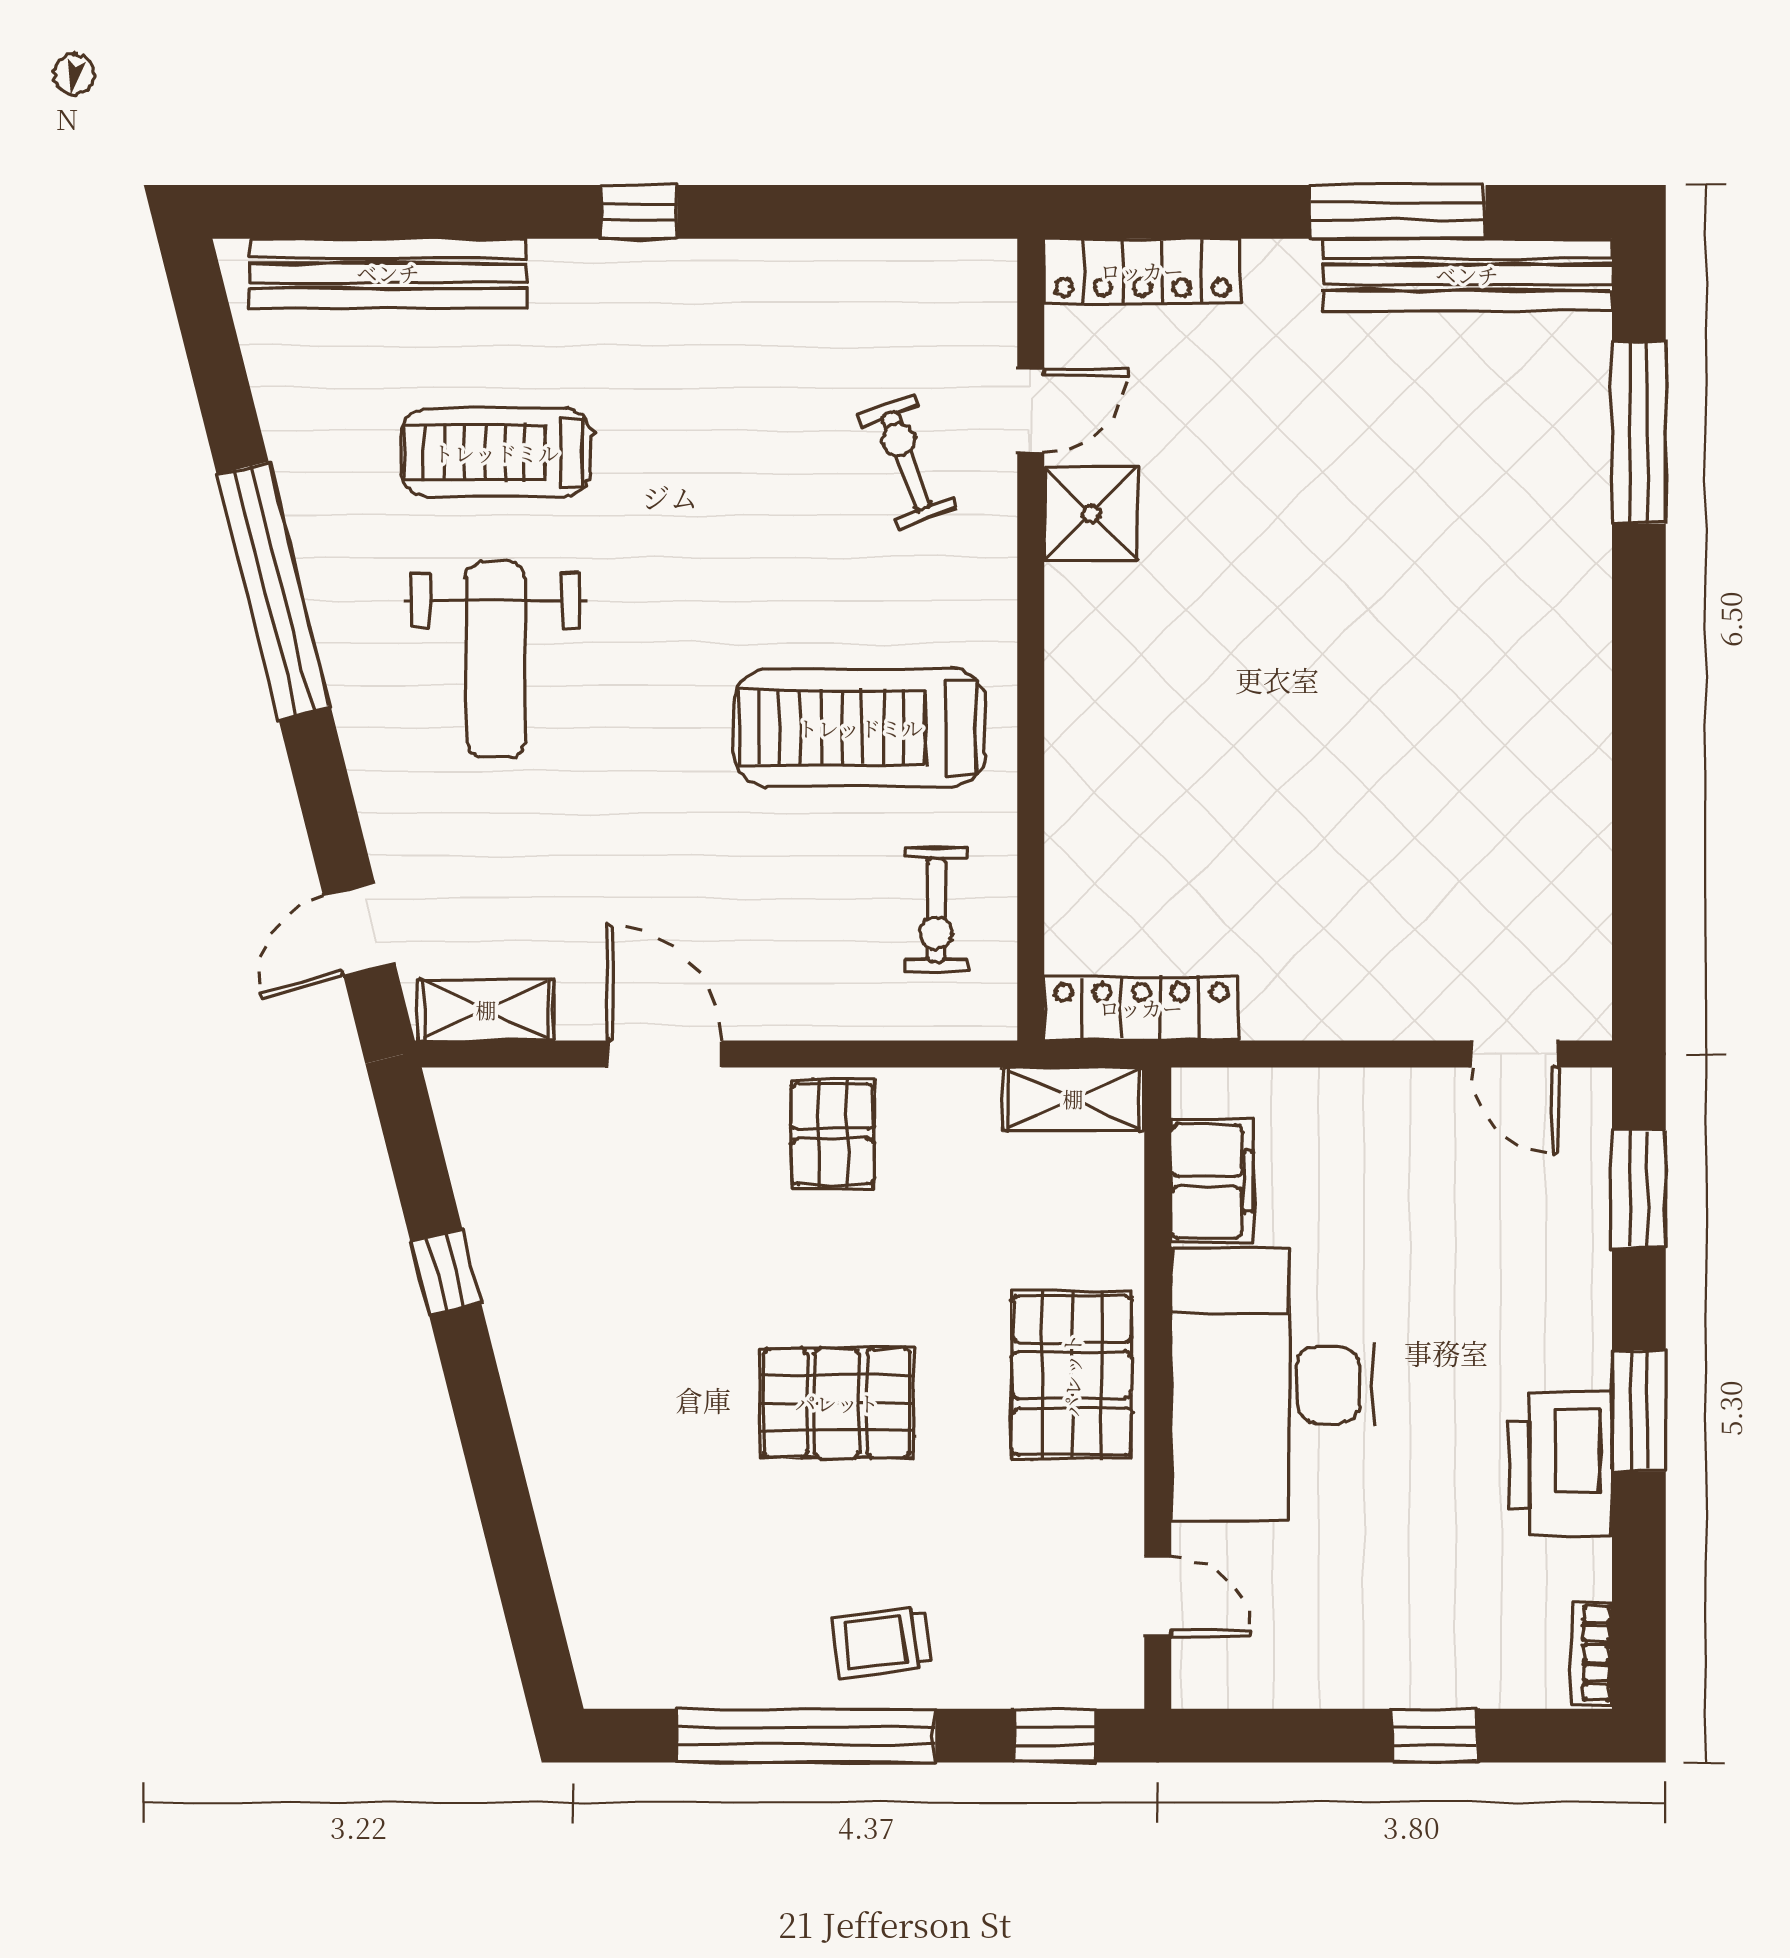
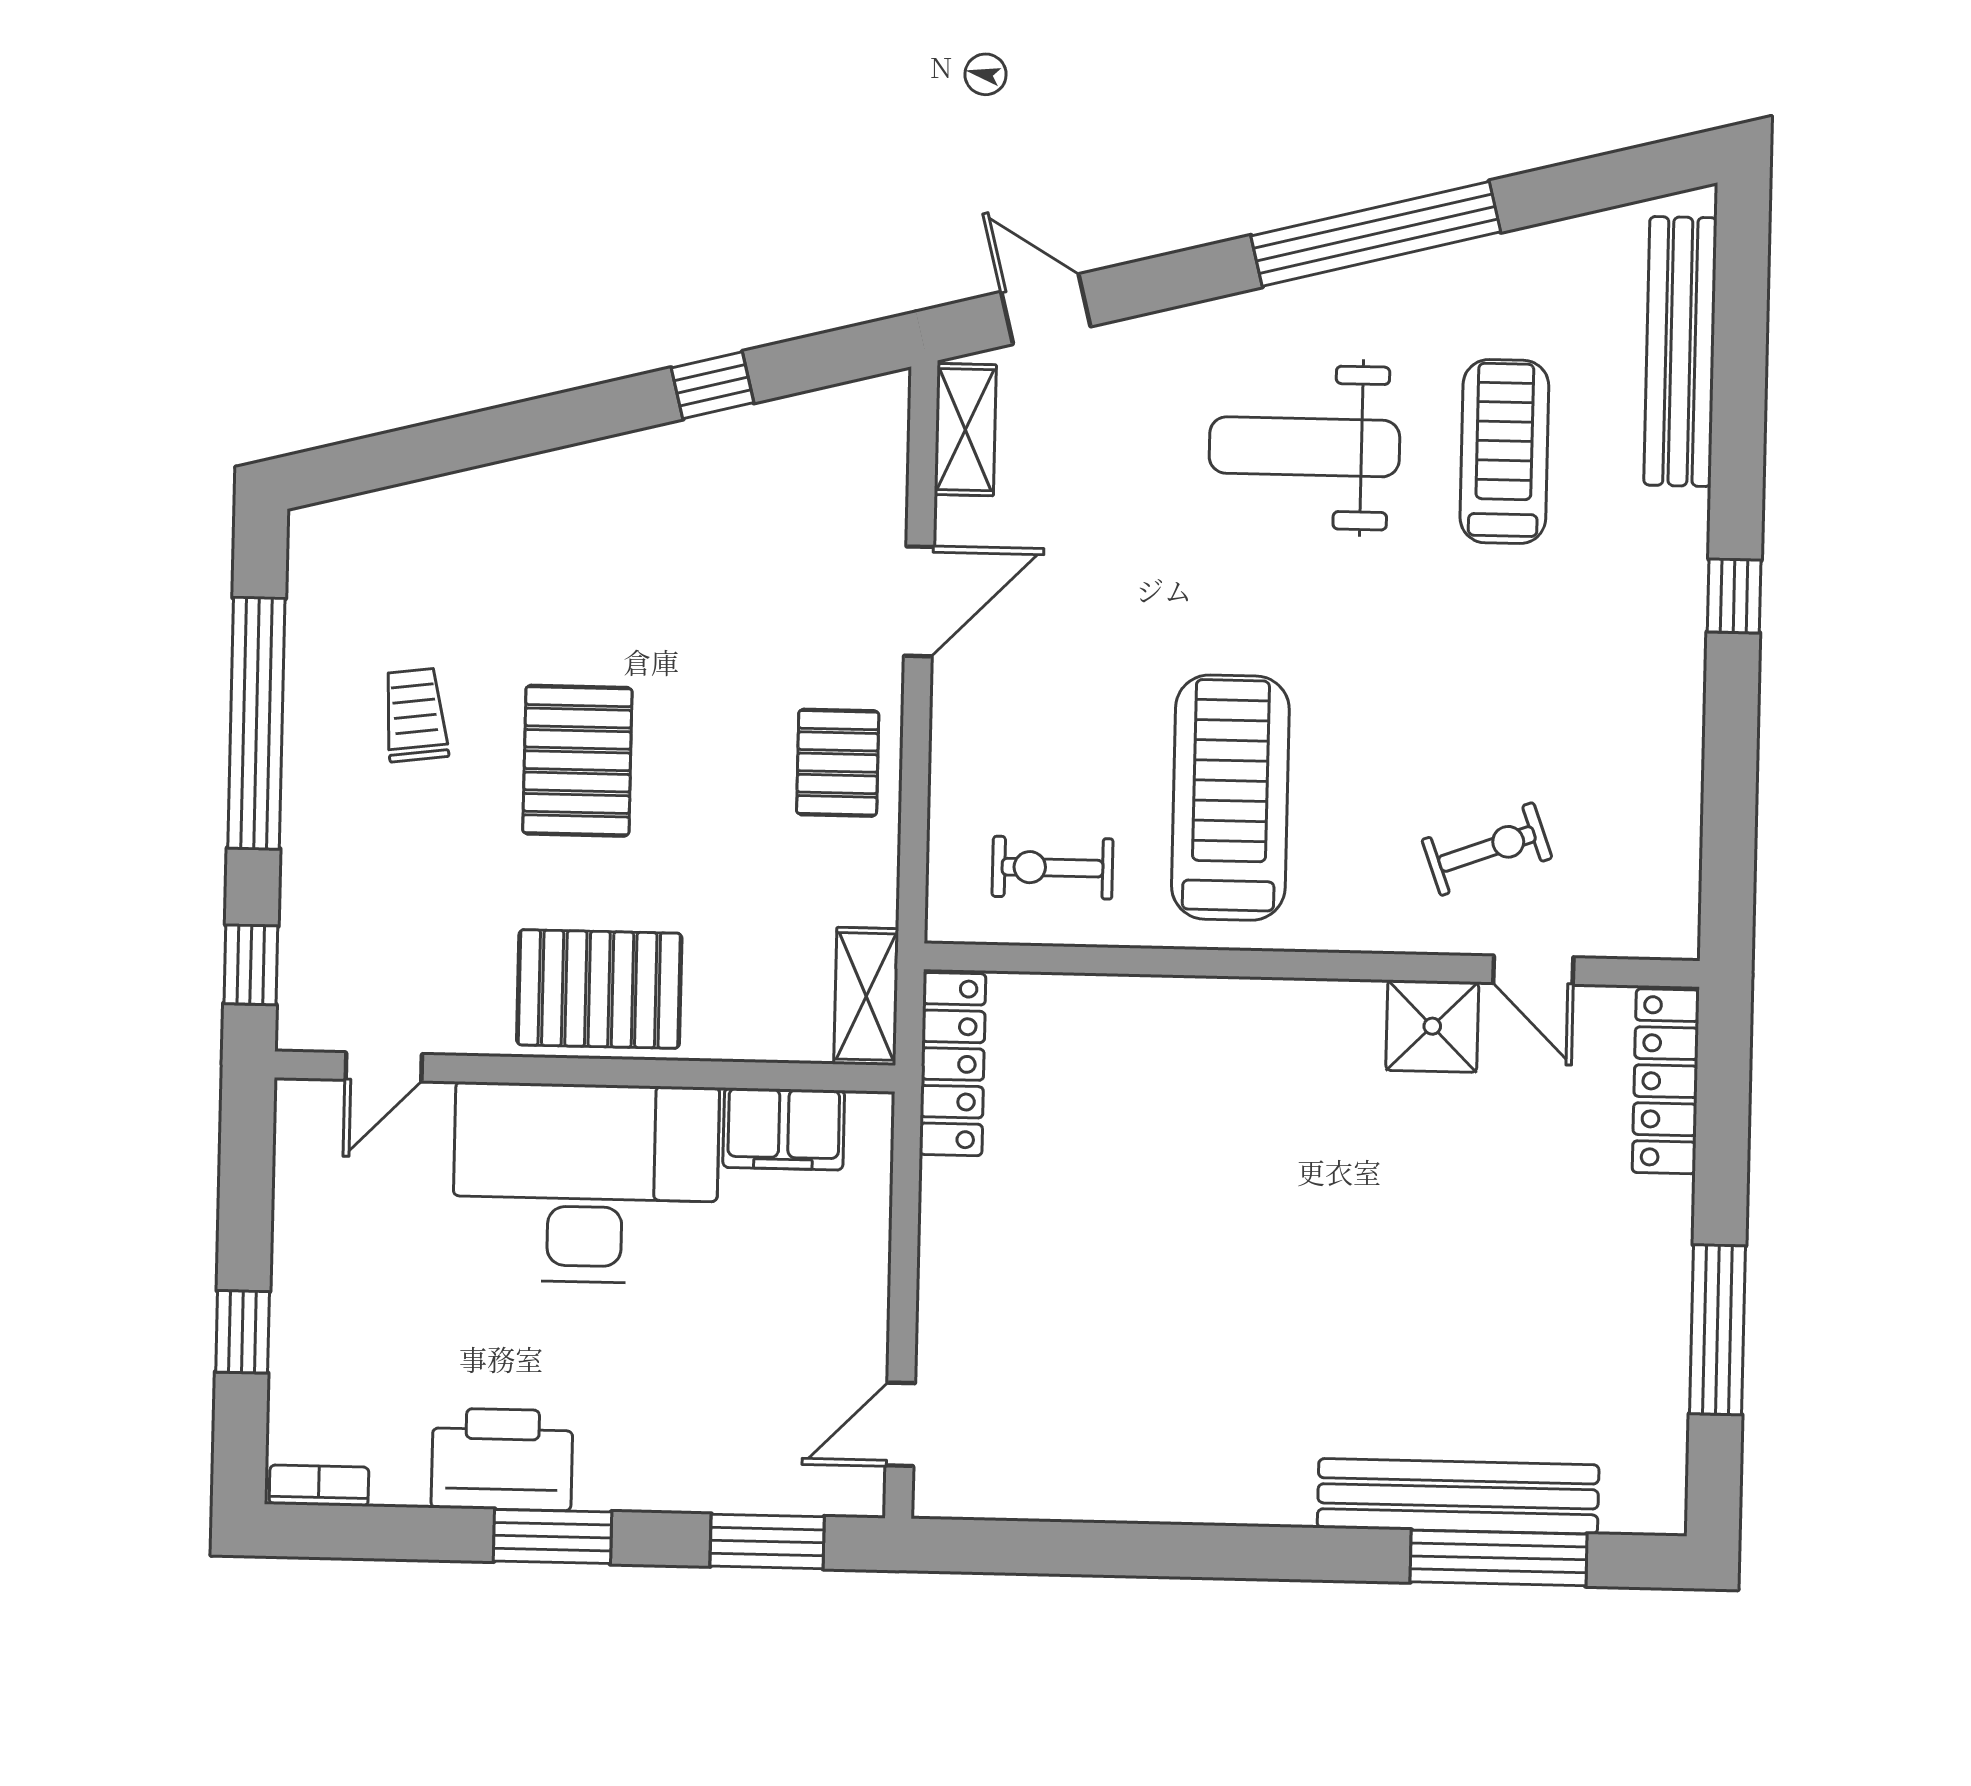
bench: (1467, 275) -> (1458, 1496), moved, turned 90
pallet: (833, 1134) -> (838, 763), turned 90
trolley: (882, 1642) -> (415, 715), moved

